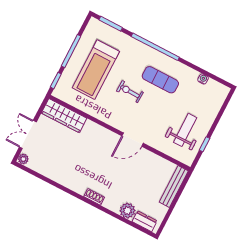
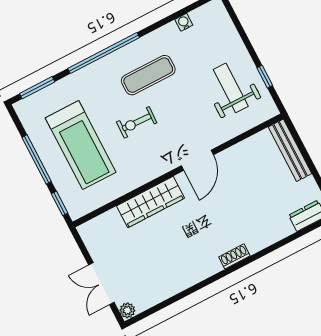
wardrobe: (64, 116) -> (150, 202), moved
plant: (127, 211) -> (280, 227), removed

